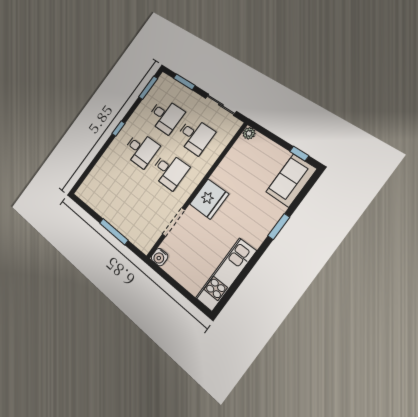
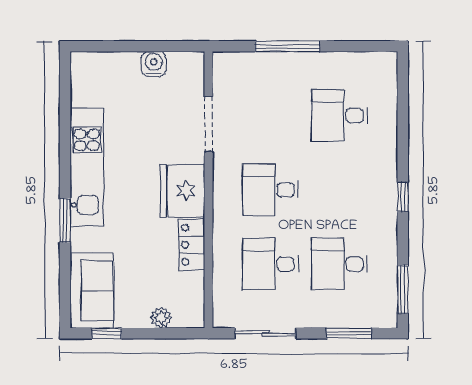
plant: (249, 133) -> (161, 318), moved
desk: (141, 150) -> (340, 116), moved
locker: (224, 170) -> (192, 245), added
water cooler: (160, 257) -> (154, 64), moved
kitchen unit: (226, 274) -> (87, 167), moved

